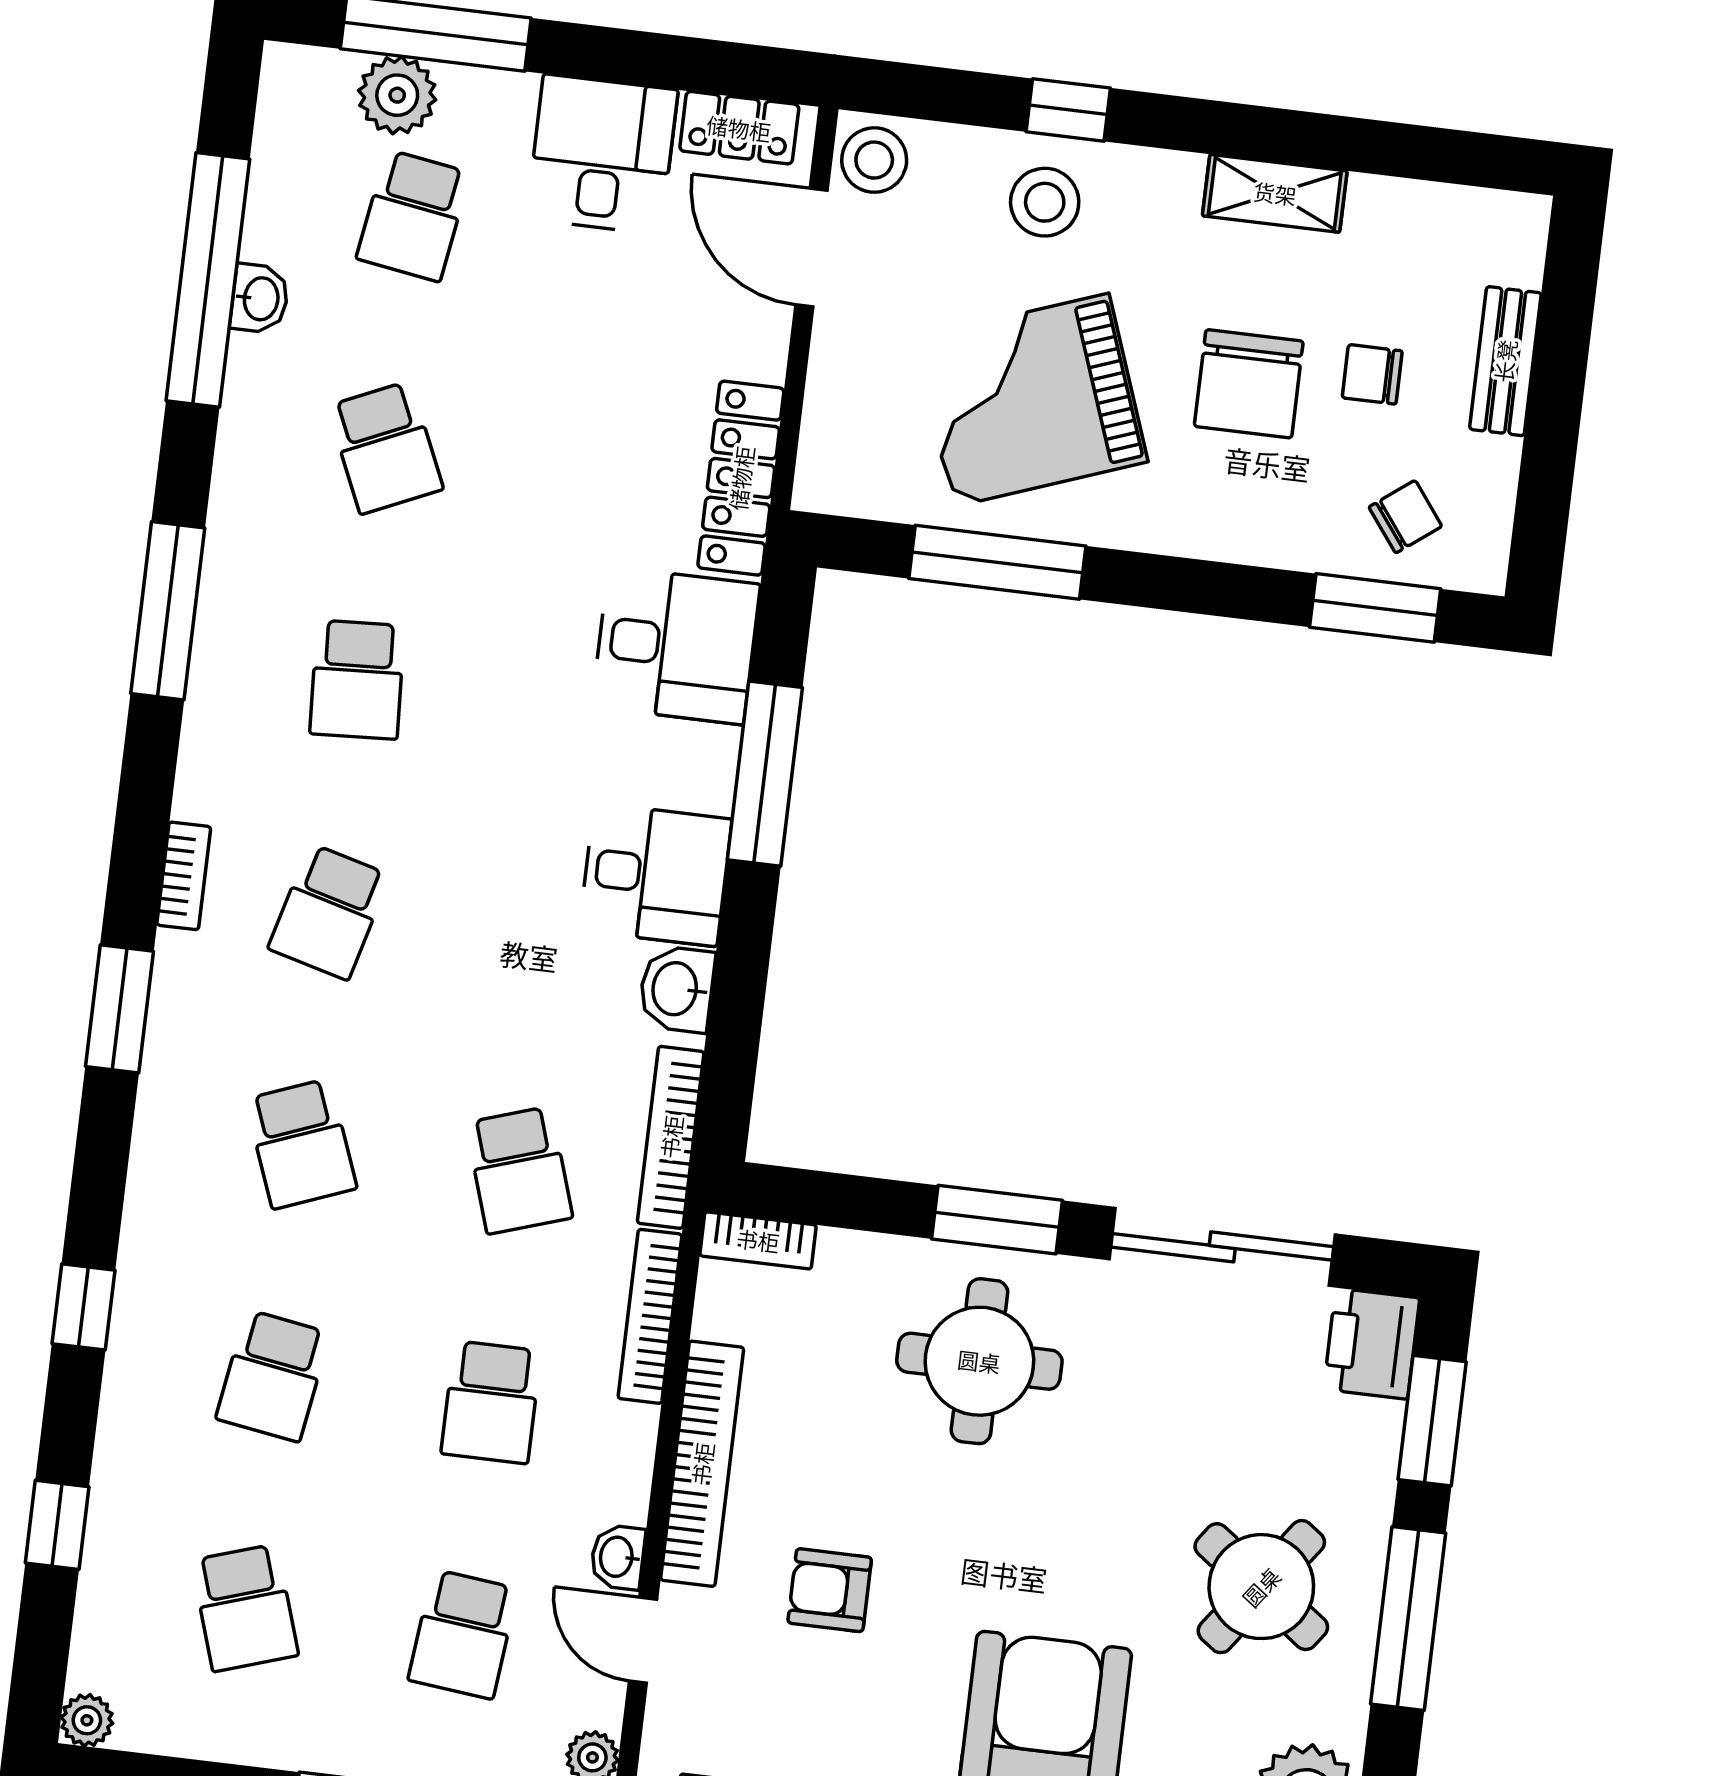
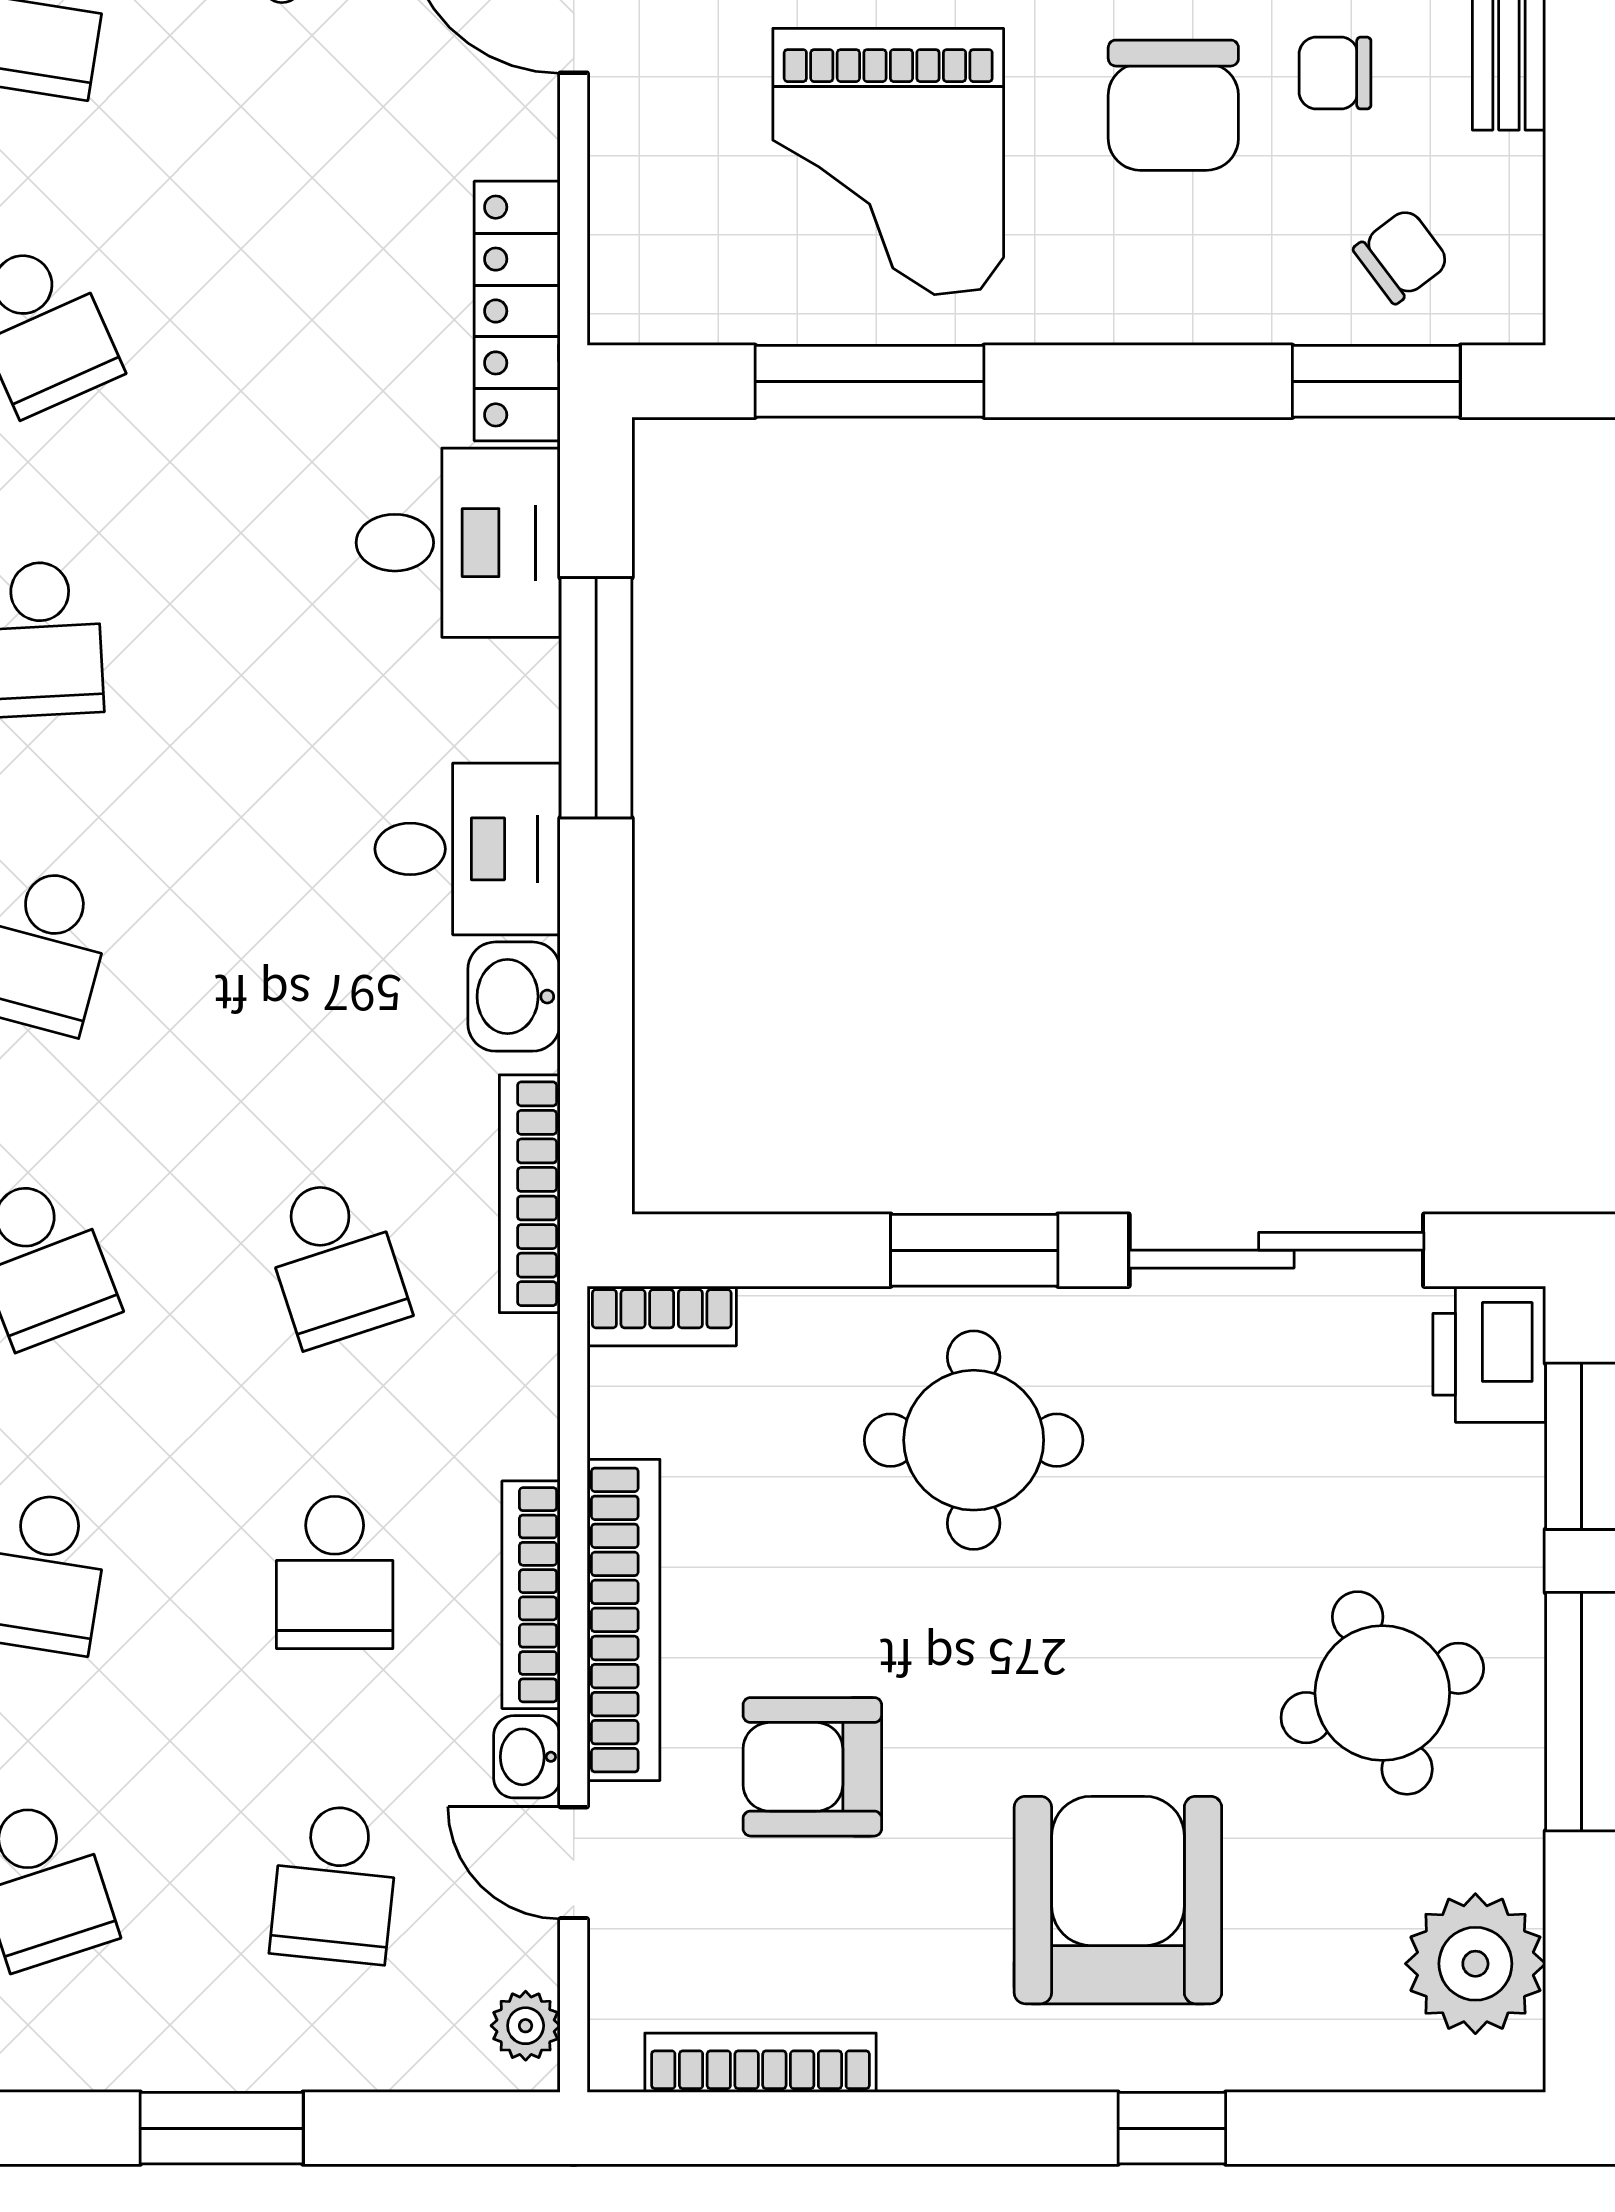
grand piano: (1031, 400) -> (888, 161), turned -70
bookcase: (650, 1316) -> (531, 1595), moved
round table: (1261, 1587) -> (1382, 1693), turned 36
armchair: (830, 1590) -> (812, 1767), width x1.38, depth x1.38

